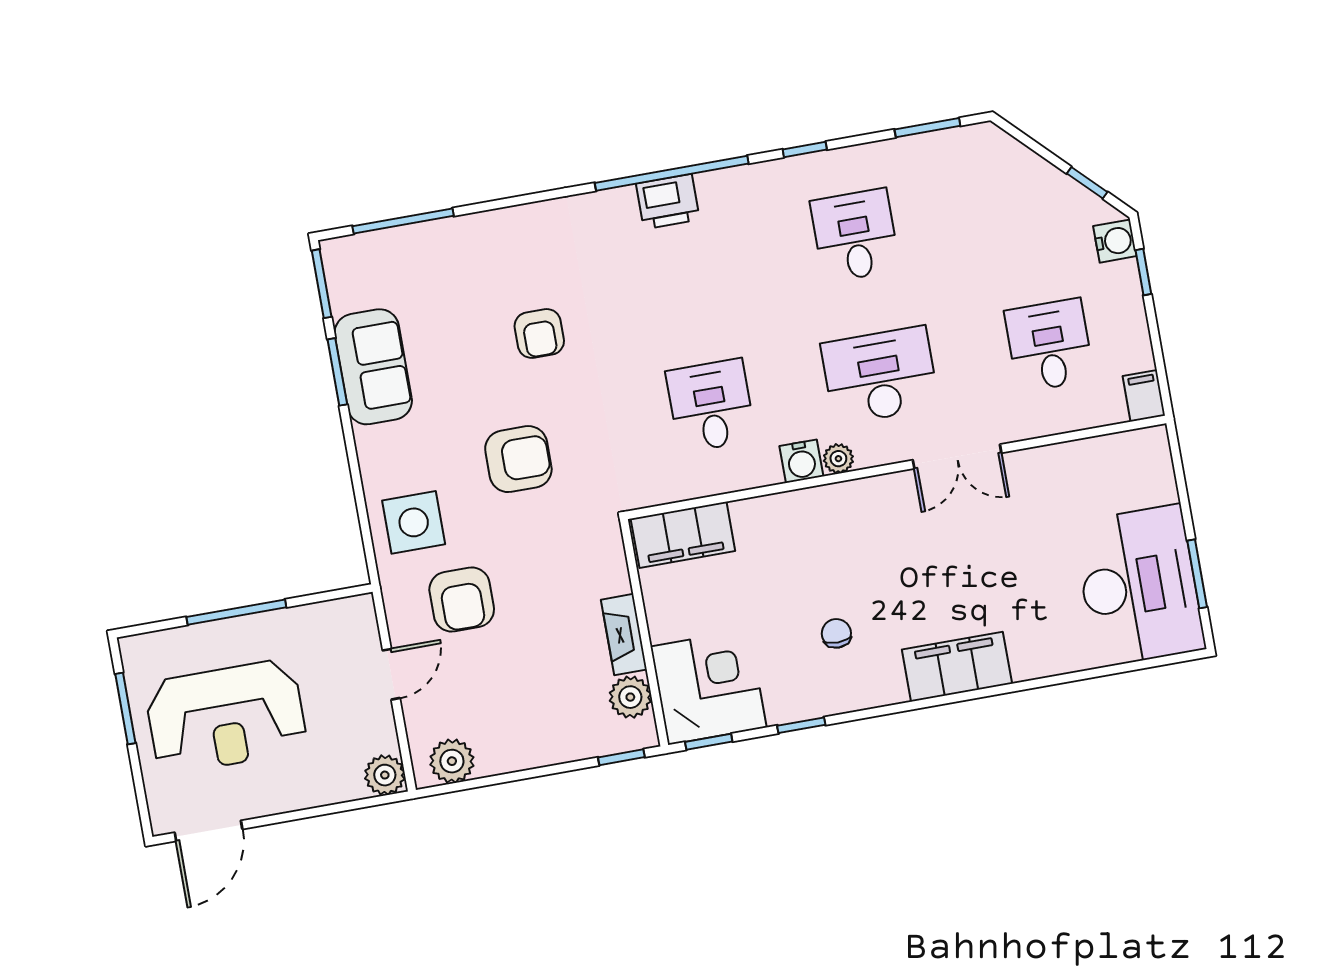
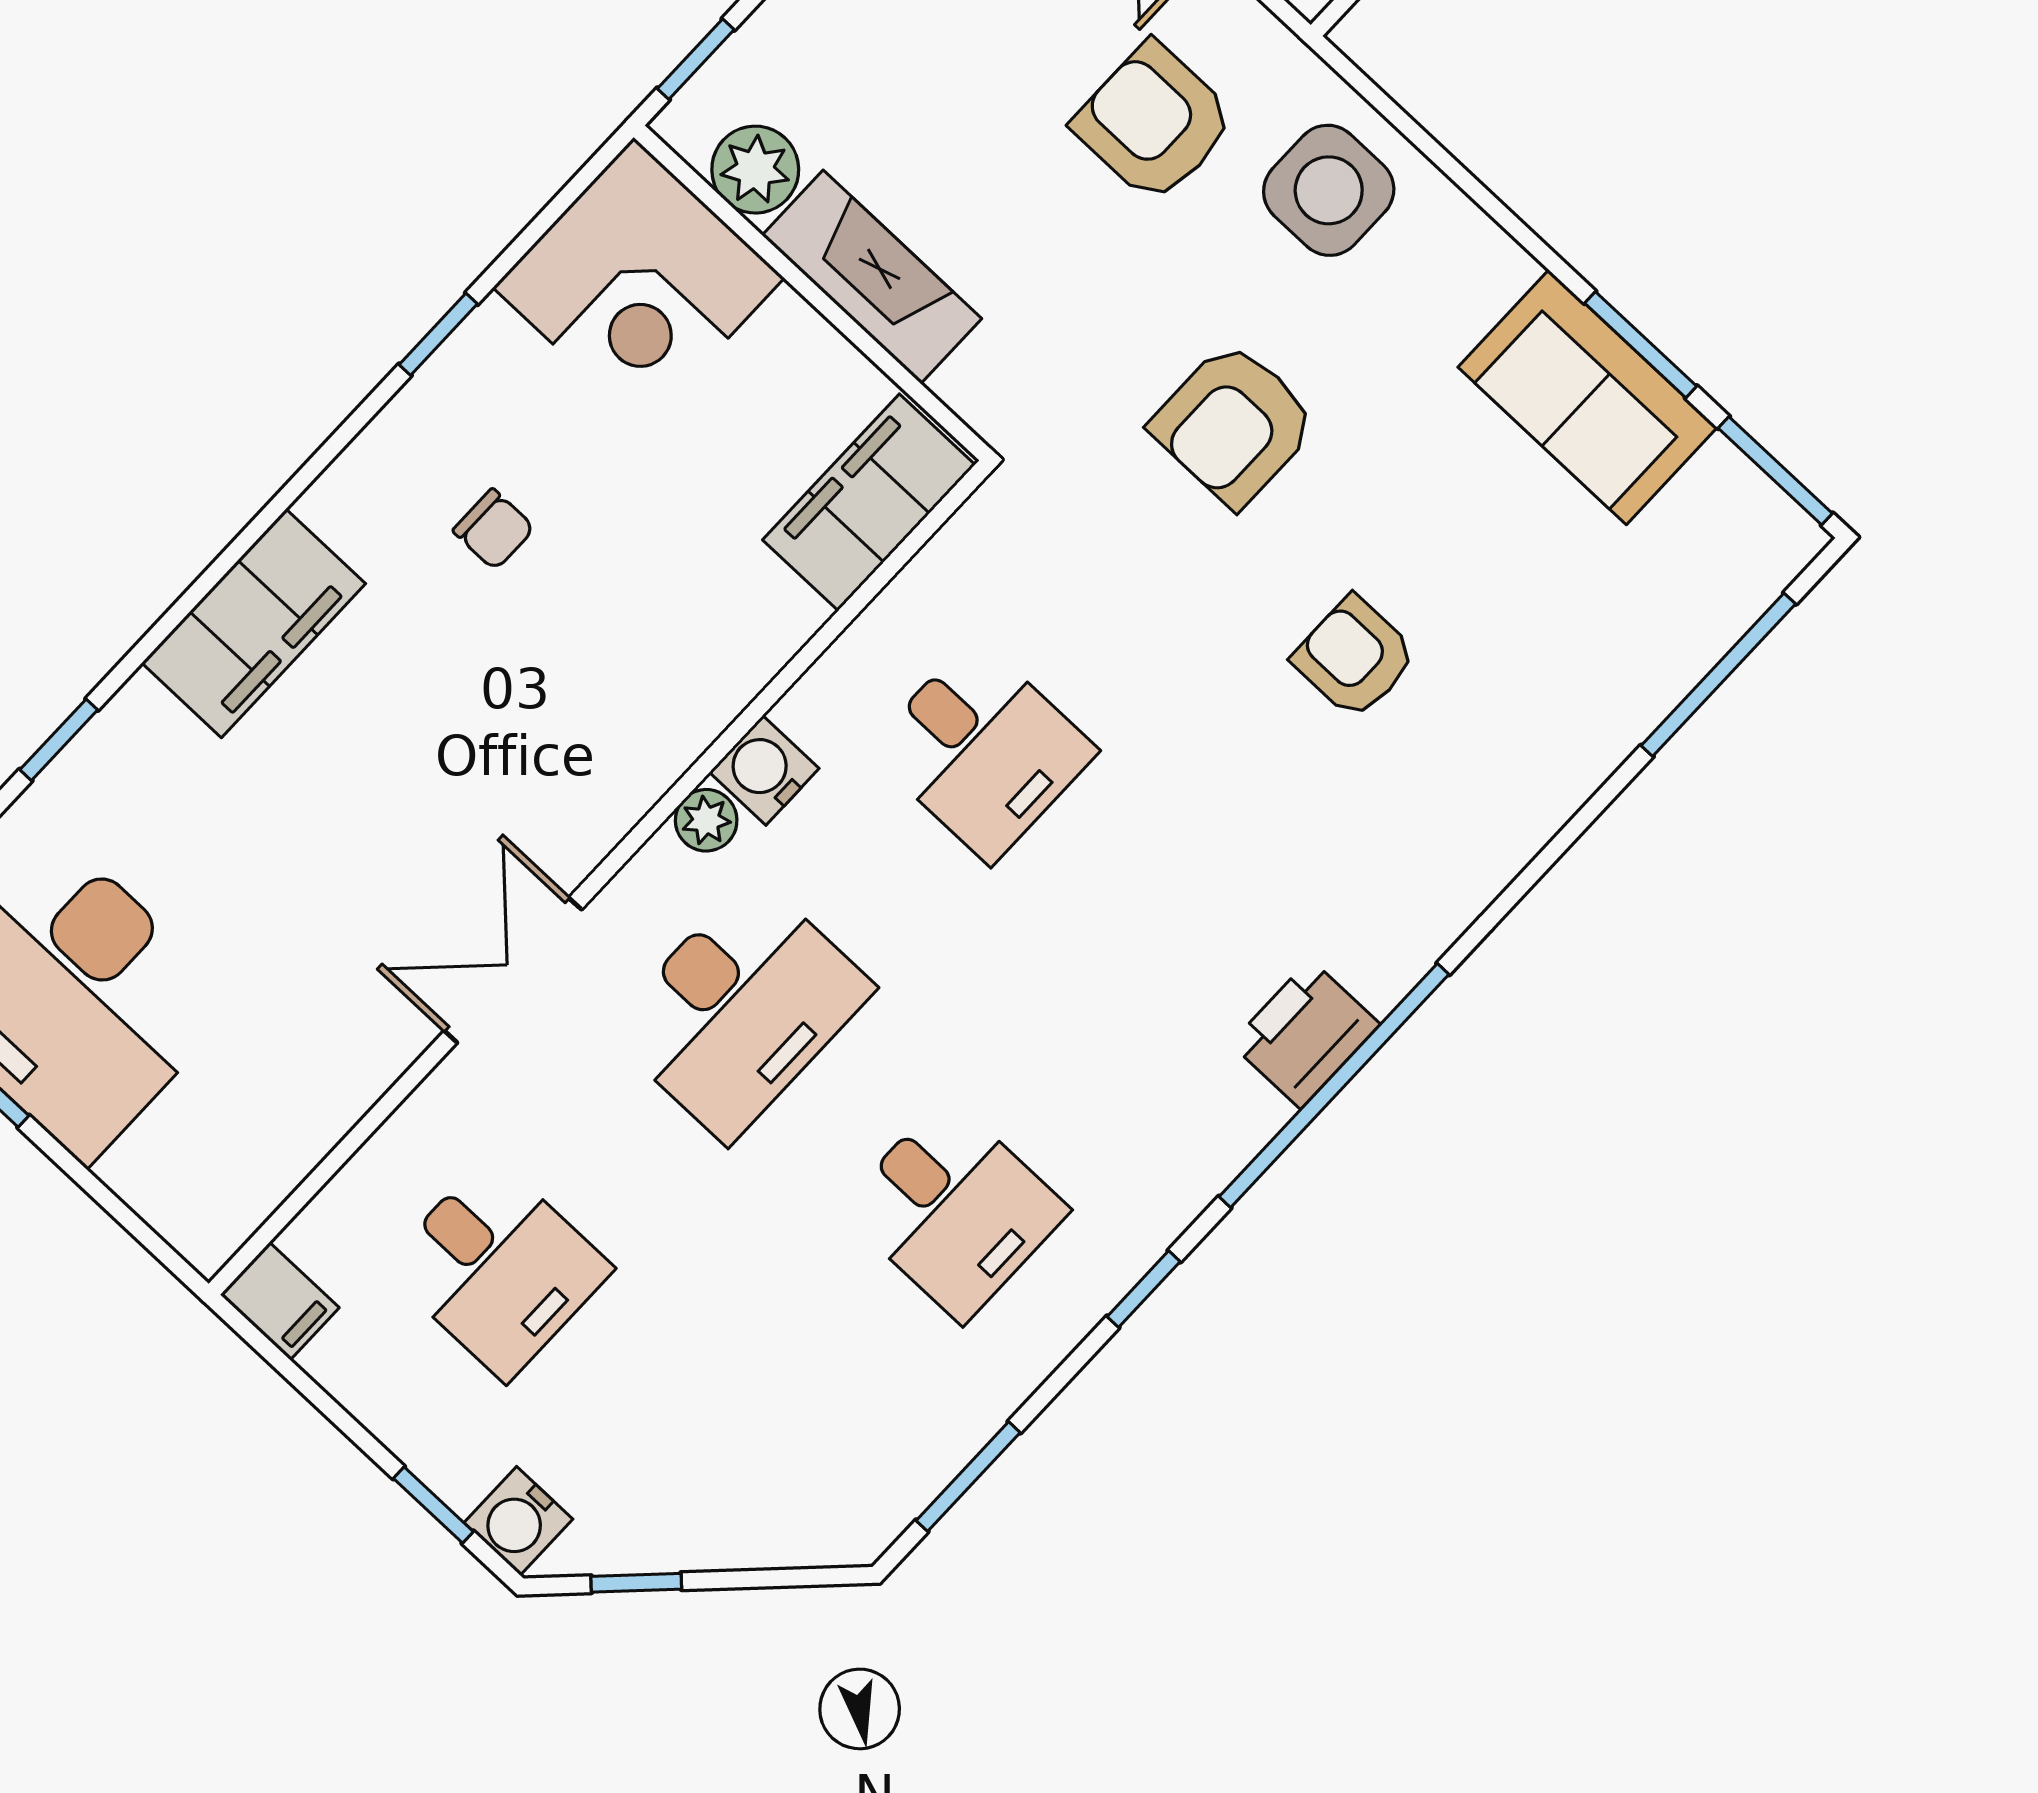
fireplace: (624, 635) -> (872, 277), width x1.37, depth x1.32
window: (709, 742) -> (59, 740), moved

